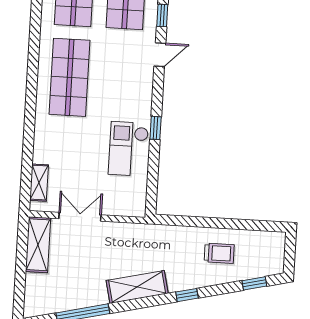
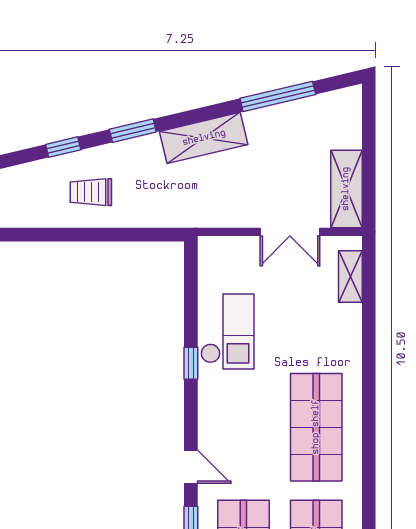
door: (160, 55) -> (191, 467), swing flipped
window: (254, 283) -> (63, 147), moved
window: (187, 295) -> (133, 131), width x1.50

